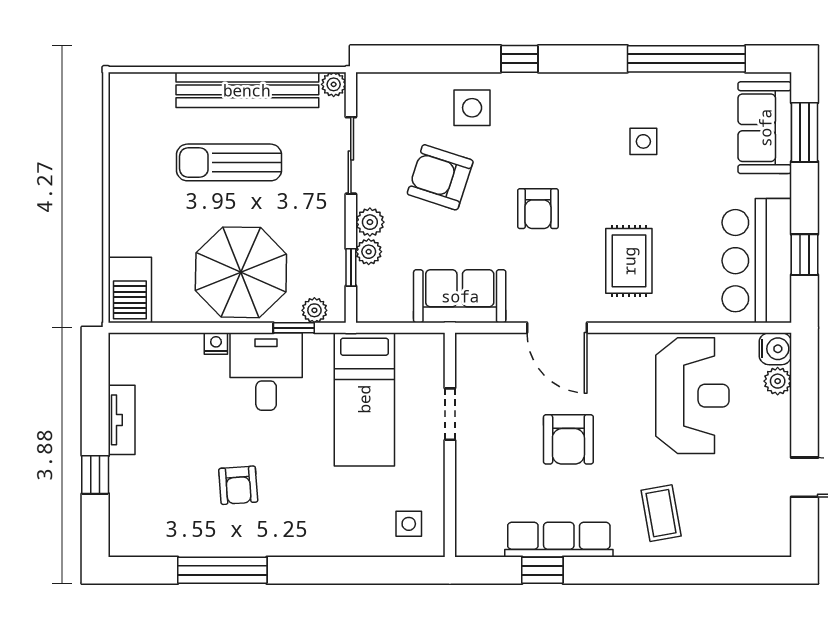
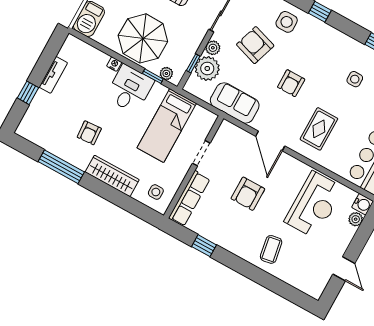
plant: (369, 252) -> (207, 68), width x1.88, depth x1.88
wardrobe: (318, 538) -> (112, 176), added
row of seats: (559, 540) -> (189, 198), moved, turned 90

